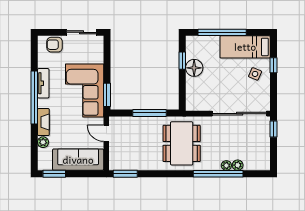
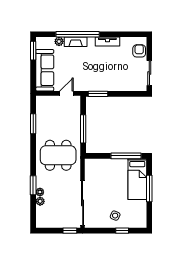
window: (222, 32) -> (149, 188), width x0.68
bed: (245, 47) -> (137, 179), moved, turned 180
window: (182, 61) -> (126, 156), width x2.17
floor lamp: (194, 68) -> (120, 166), removed
corner sofa: (85, 90) -> (102, 76), removed
window: (34, 98) -> (78, 34), moved
window: (125, 174) -> (33, 124), moved
window: (218, 174) -> (33, 185), width x0.47

